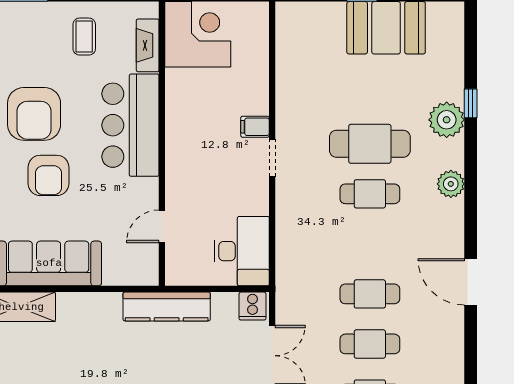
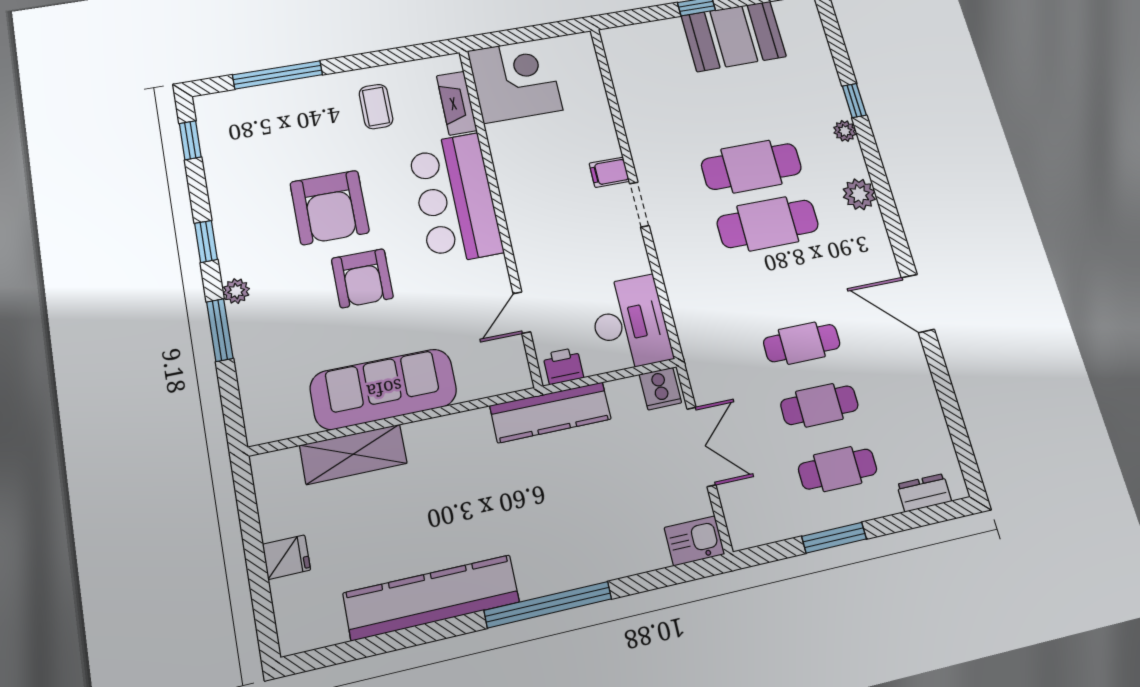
plant: (447, 120) -> (845, 131), width x0.53, depth x0.53
cafe table: (370, 194) -> (768, 224), width x1.37, depth x1.35
printer: (184, 274) -> (563, 366), added

